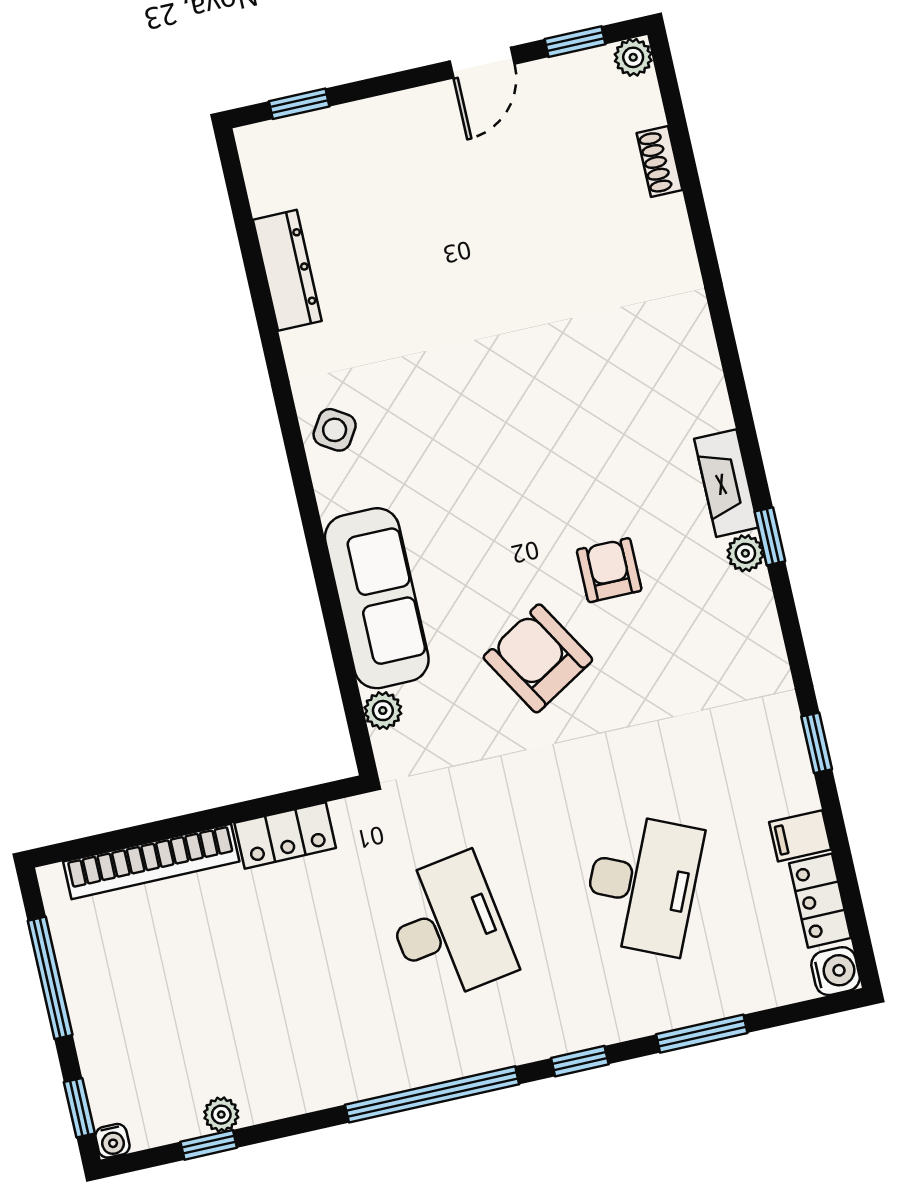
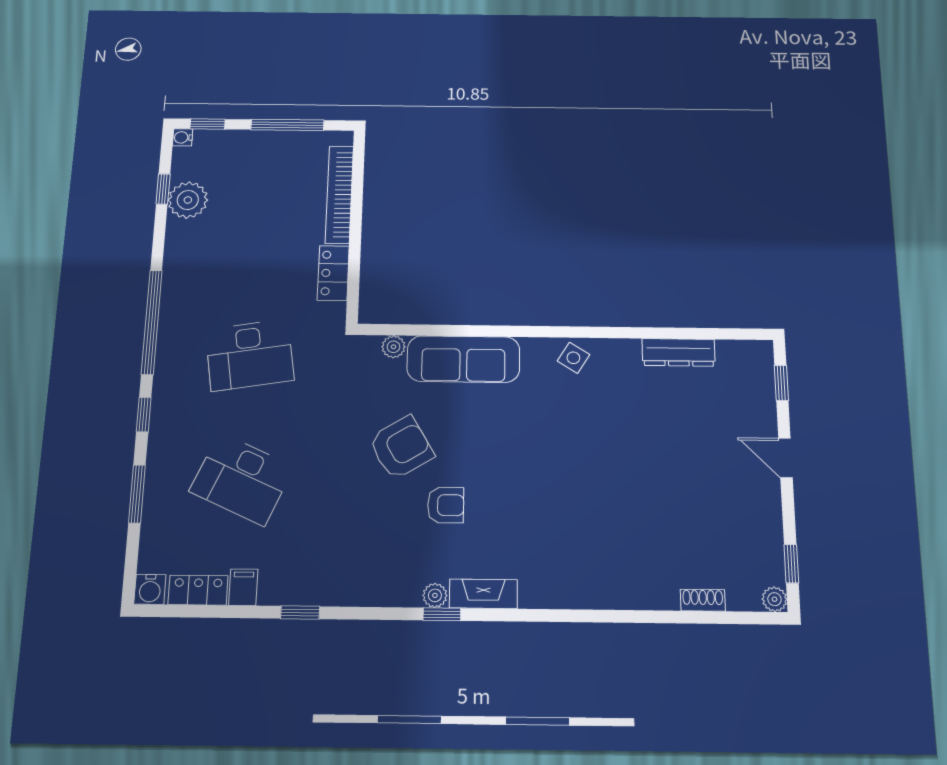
door: (482, 63) -> (785, 458), moved
plant: (221, 1115) -> (188, 200), width x1.88, depth x1.88

